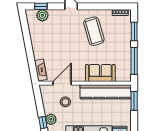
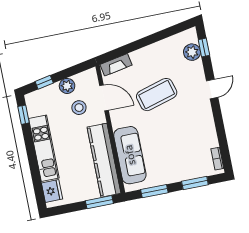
coffee table: (94, 31) -> (157, 95), moved
window: (134, 61) -> (154, 191), width x0.69
sofa: (100, 73) -> (130, 155), width x1.36
plant: (51, 119) -> (67, 86), moved

